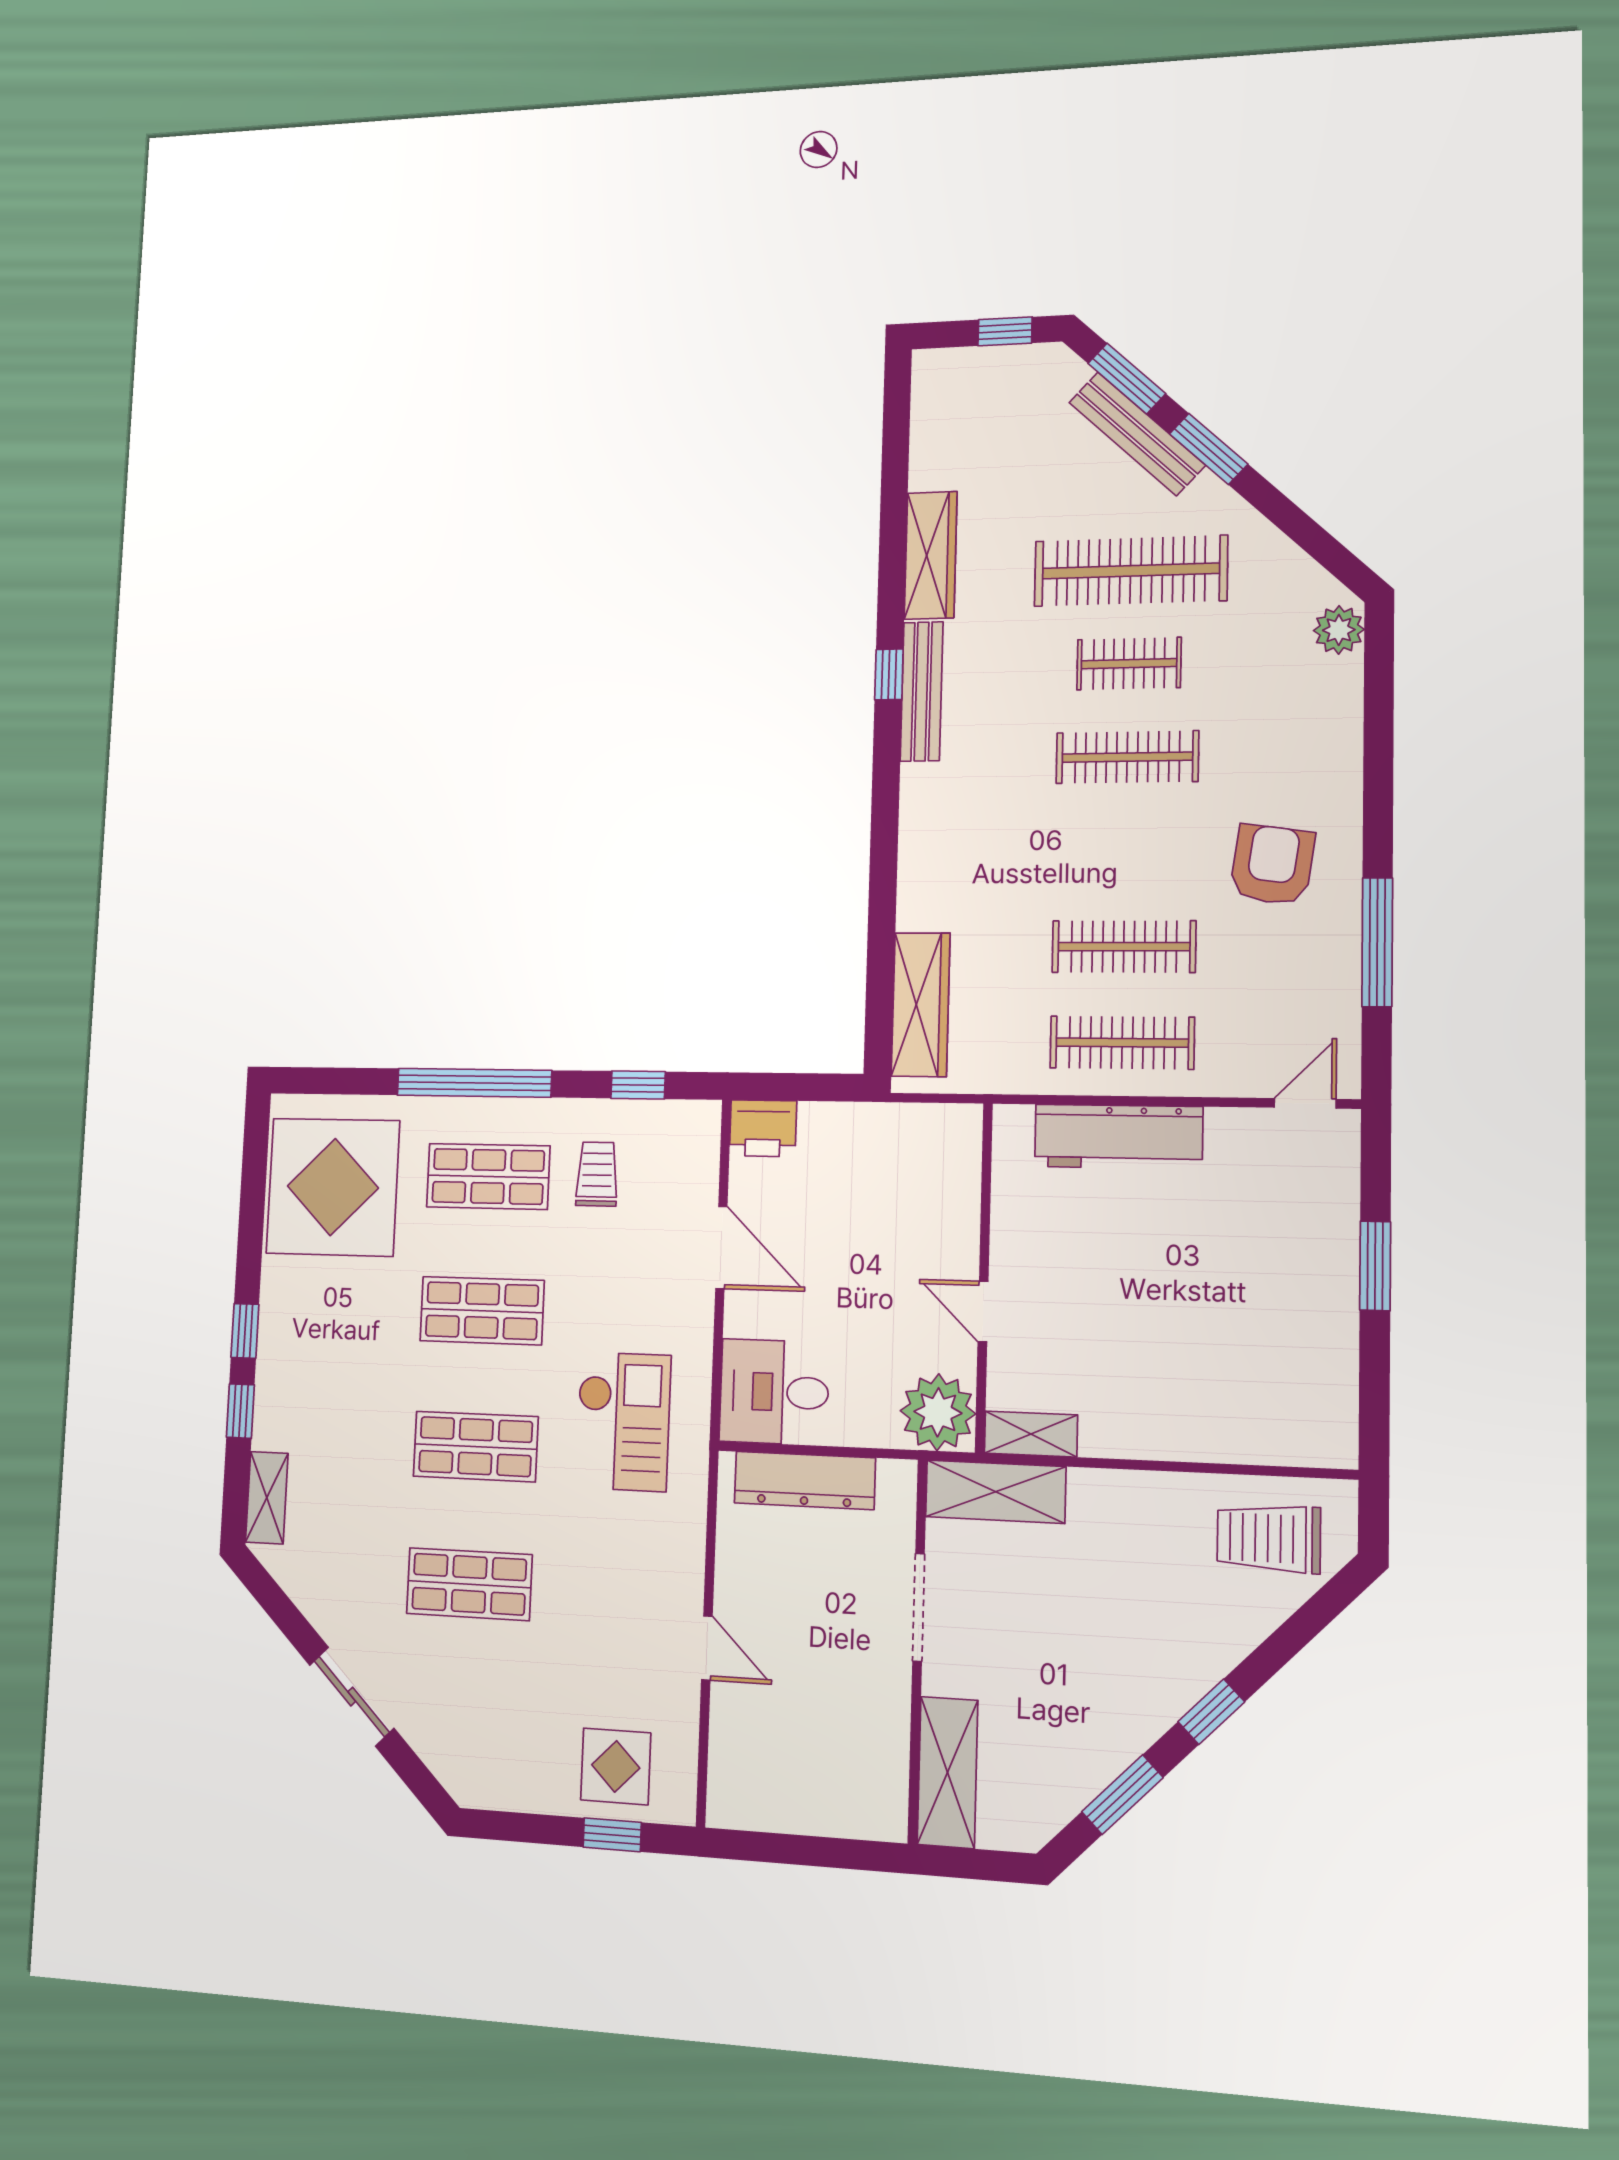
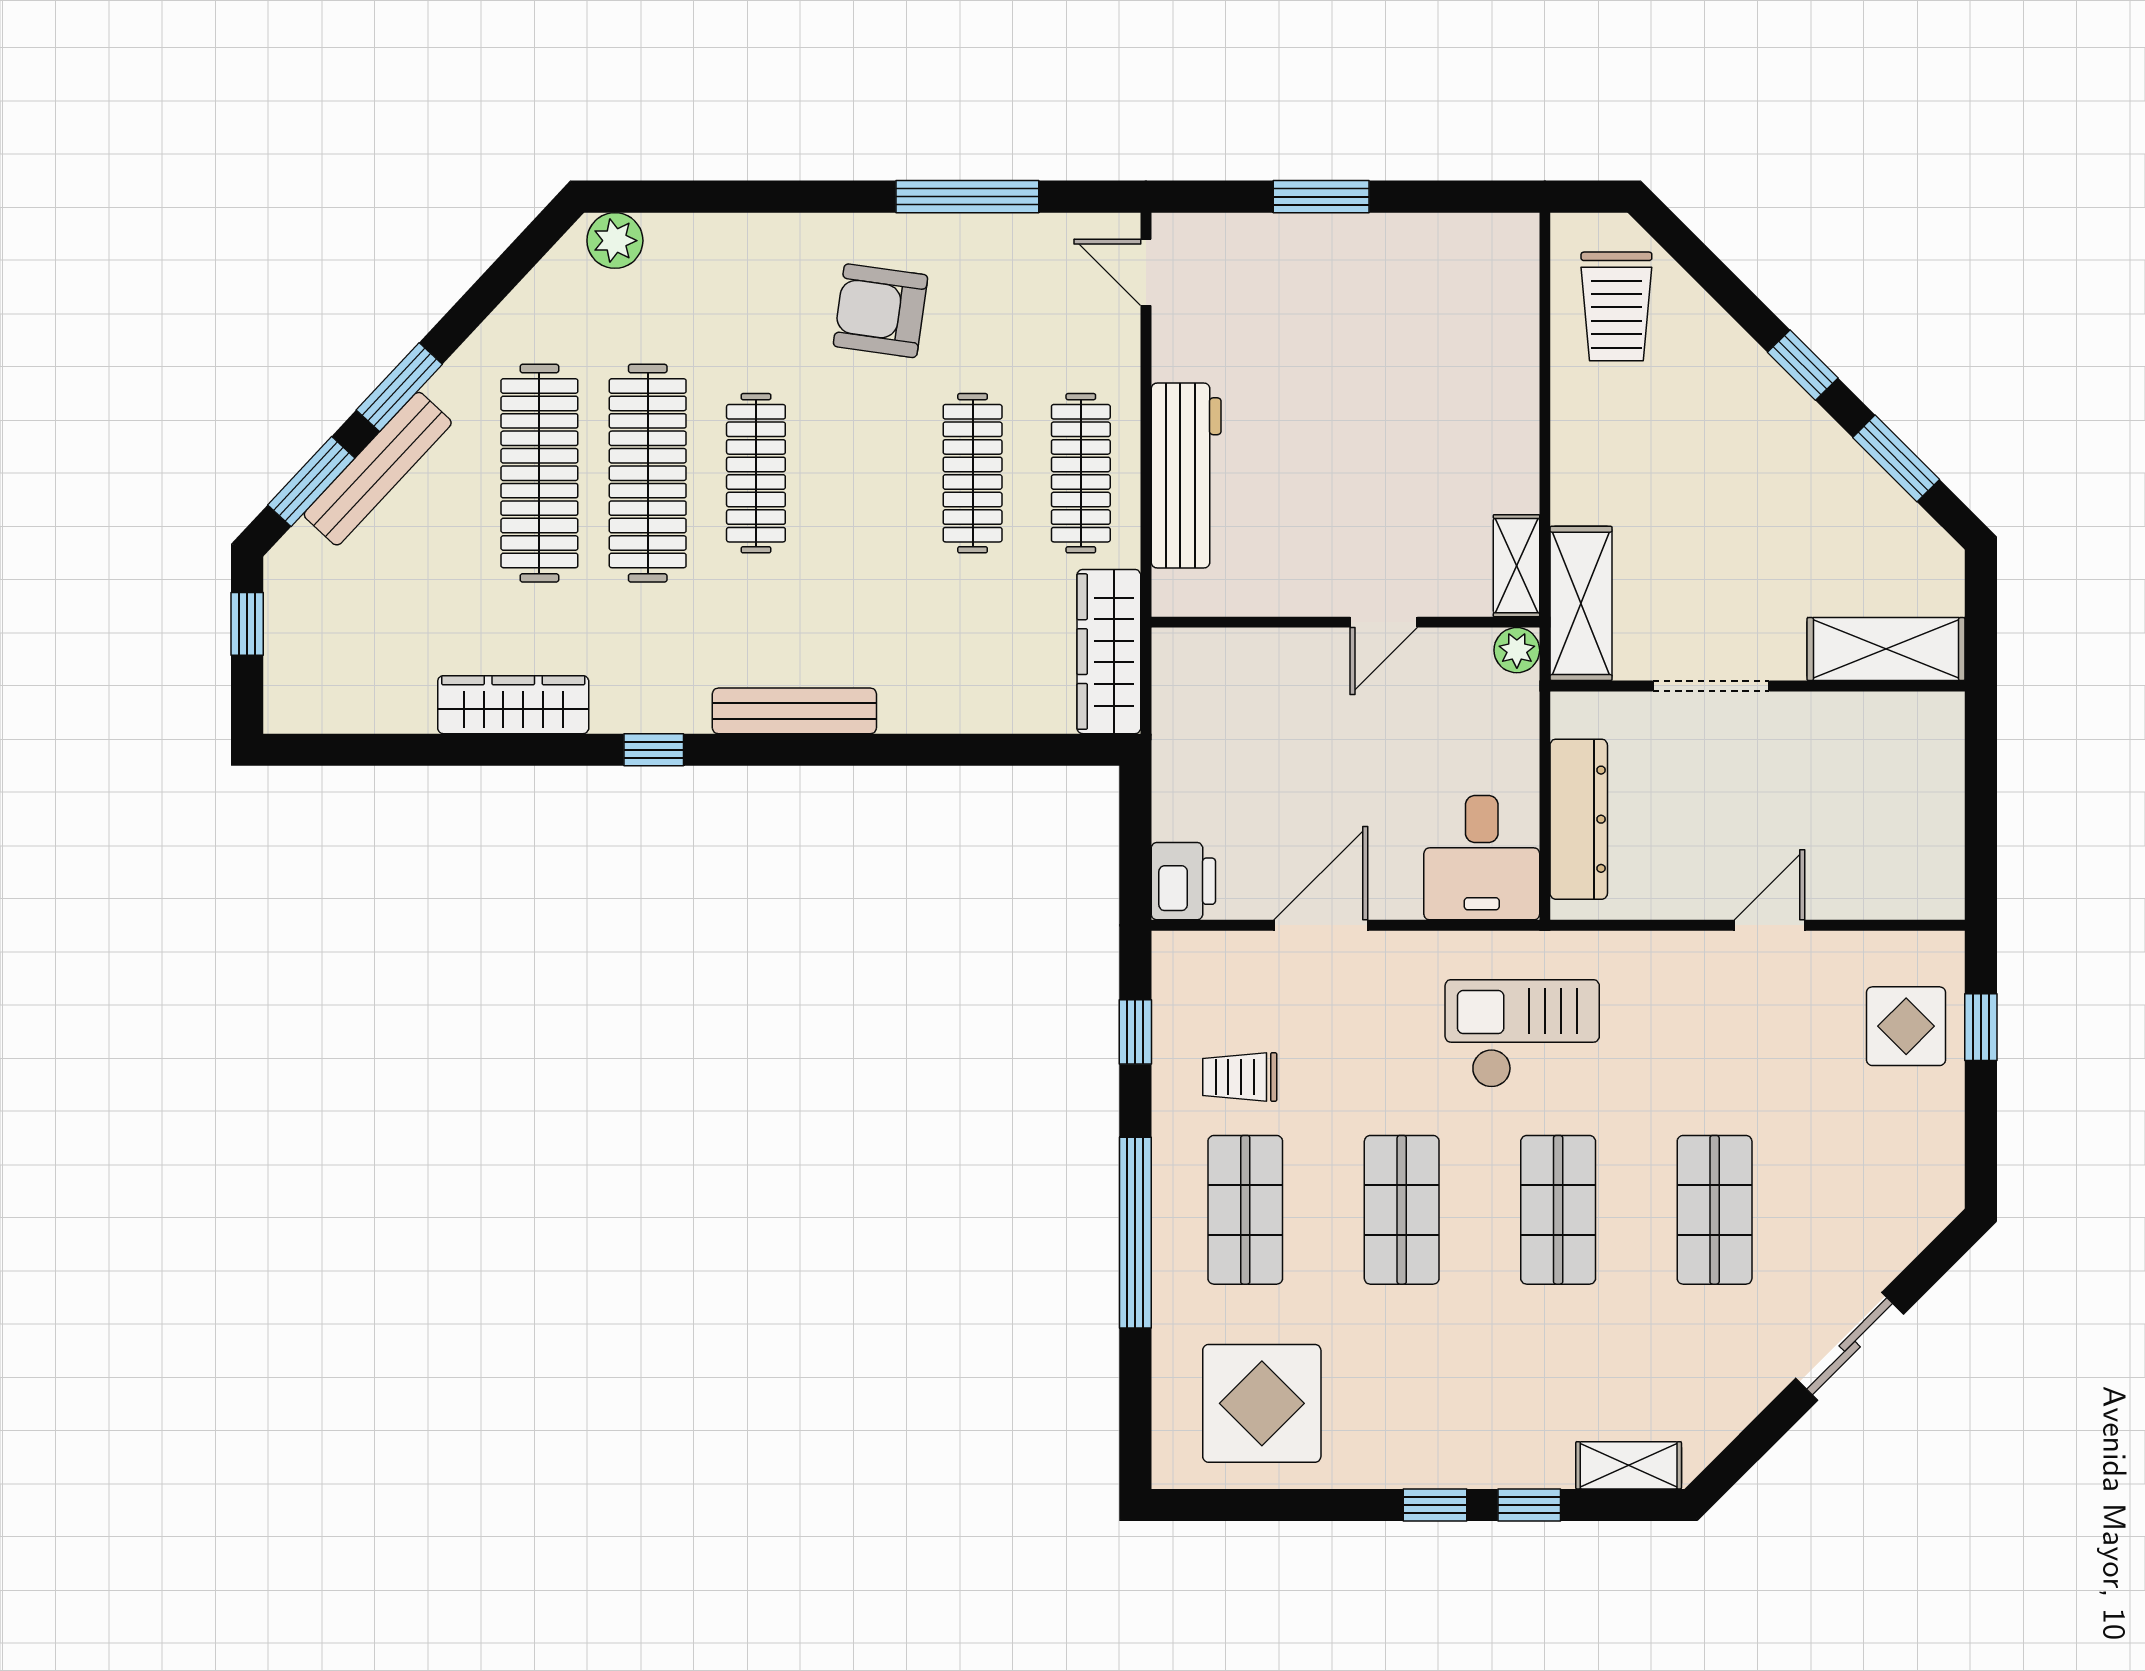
clothes rail: (1129, 664) -> (648, 473), width x1.86, depth x1.31
bench: (922, 691) -> (794, 711), moved
wardrobe: (921, 1005) -> (1109, 652), moved, turned -90
display table: (333, 1187) -> (1262, 1403), width x0.73, depth x0.73
plant: (938, 1412) -> (1517, 650), width x0.53, depth x0.53

